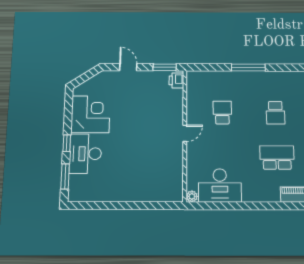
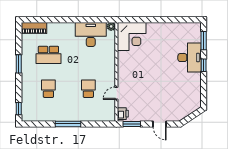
school desk: (222, 113) -> (88, 89), turned 180
corner desk: (91, 114) -> (132, 36), moved, turned -90
door: (185, 133) -> (116, 93), moved

